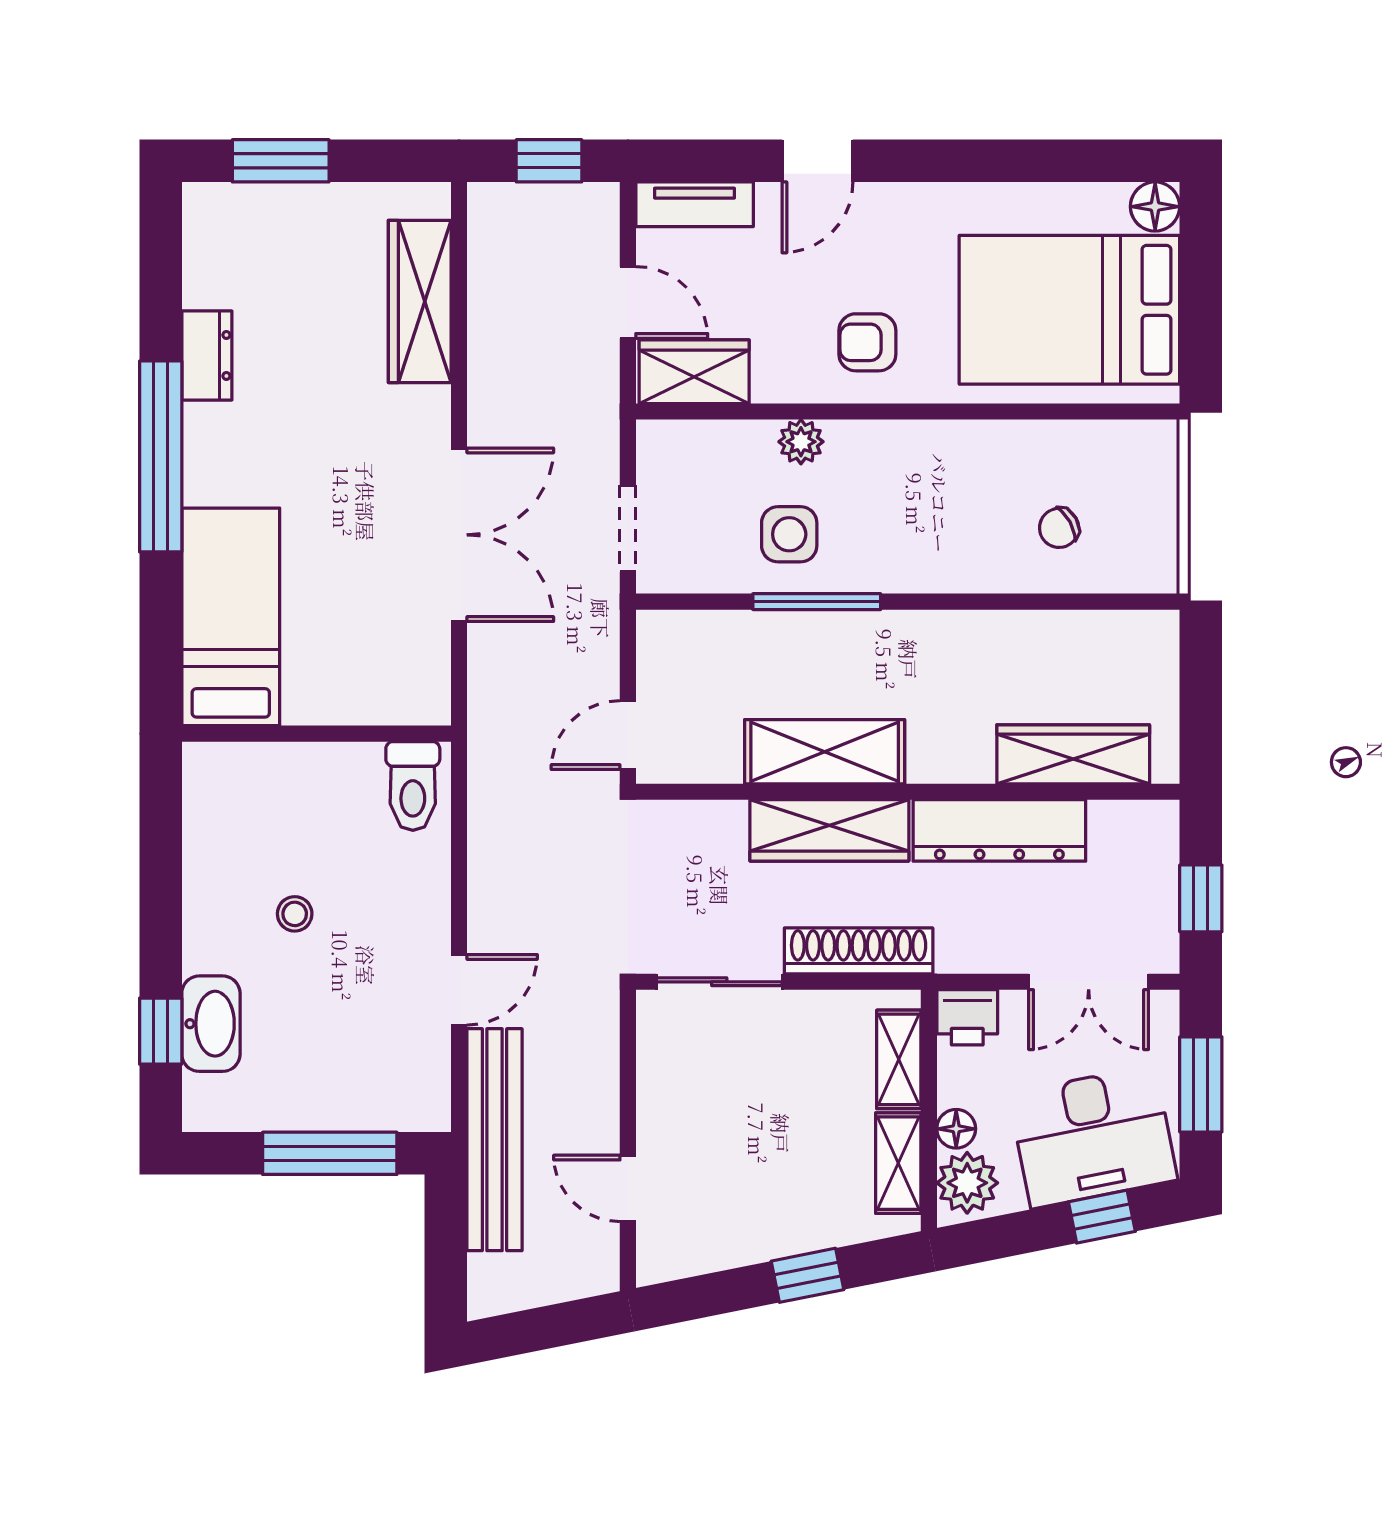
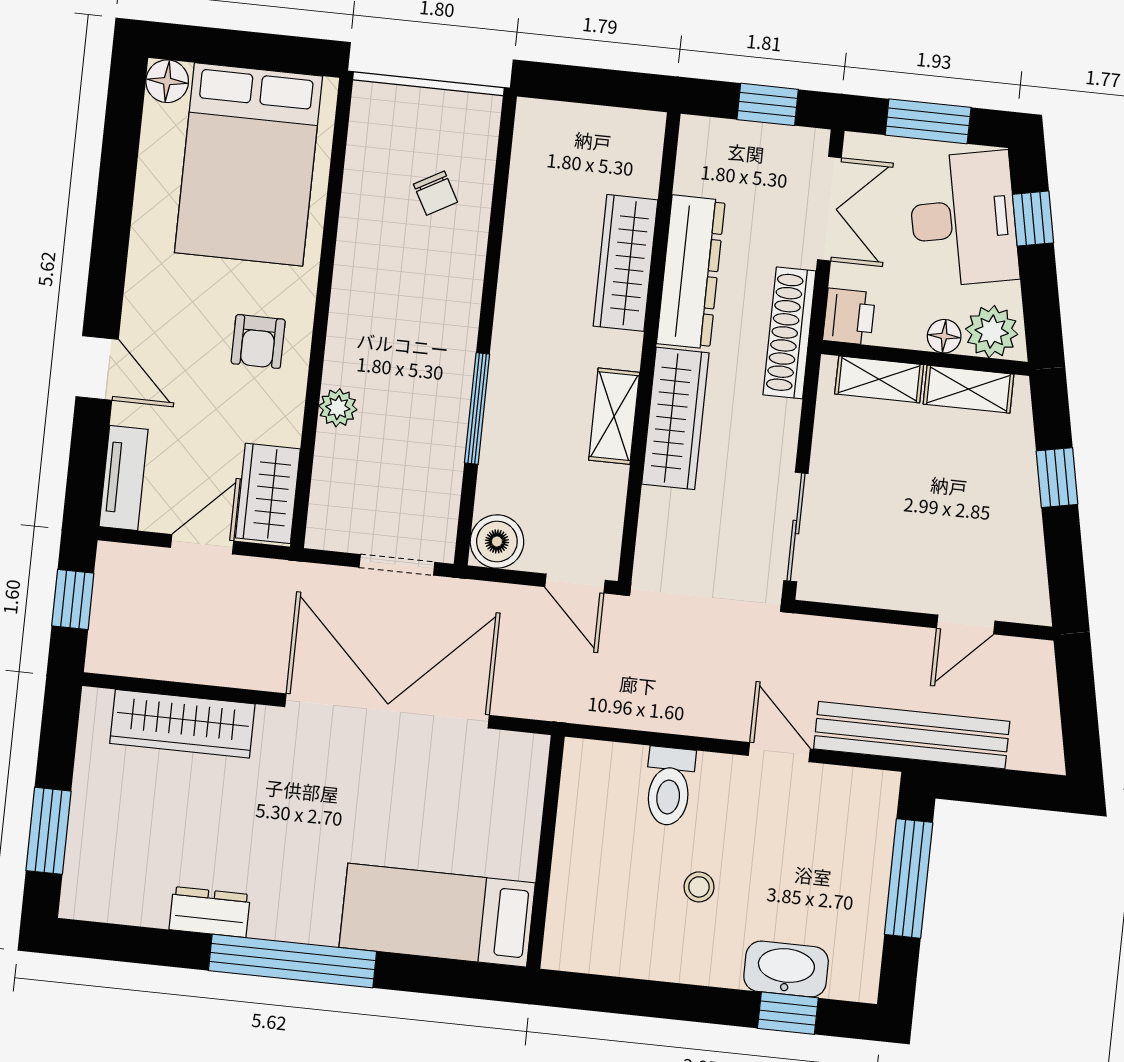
side table: (789, 534) -> (417, 426), removed
double door: (459, 535) -> (387, 711), width x1.36
boiler: (667, 640) -> (497, 541), added
shelving: (825, 752) -> (614, 416), width x0.67, depth x0.75
wardrobe: (1073, 754) -> (625, 263), moved
toilet: (413, 786) -> (669, 786), moved, turned 90
shoe rack: (859, 951) -> (789, 333), moved

